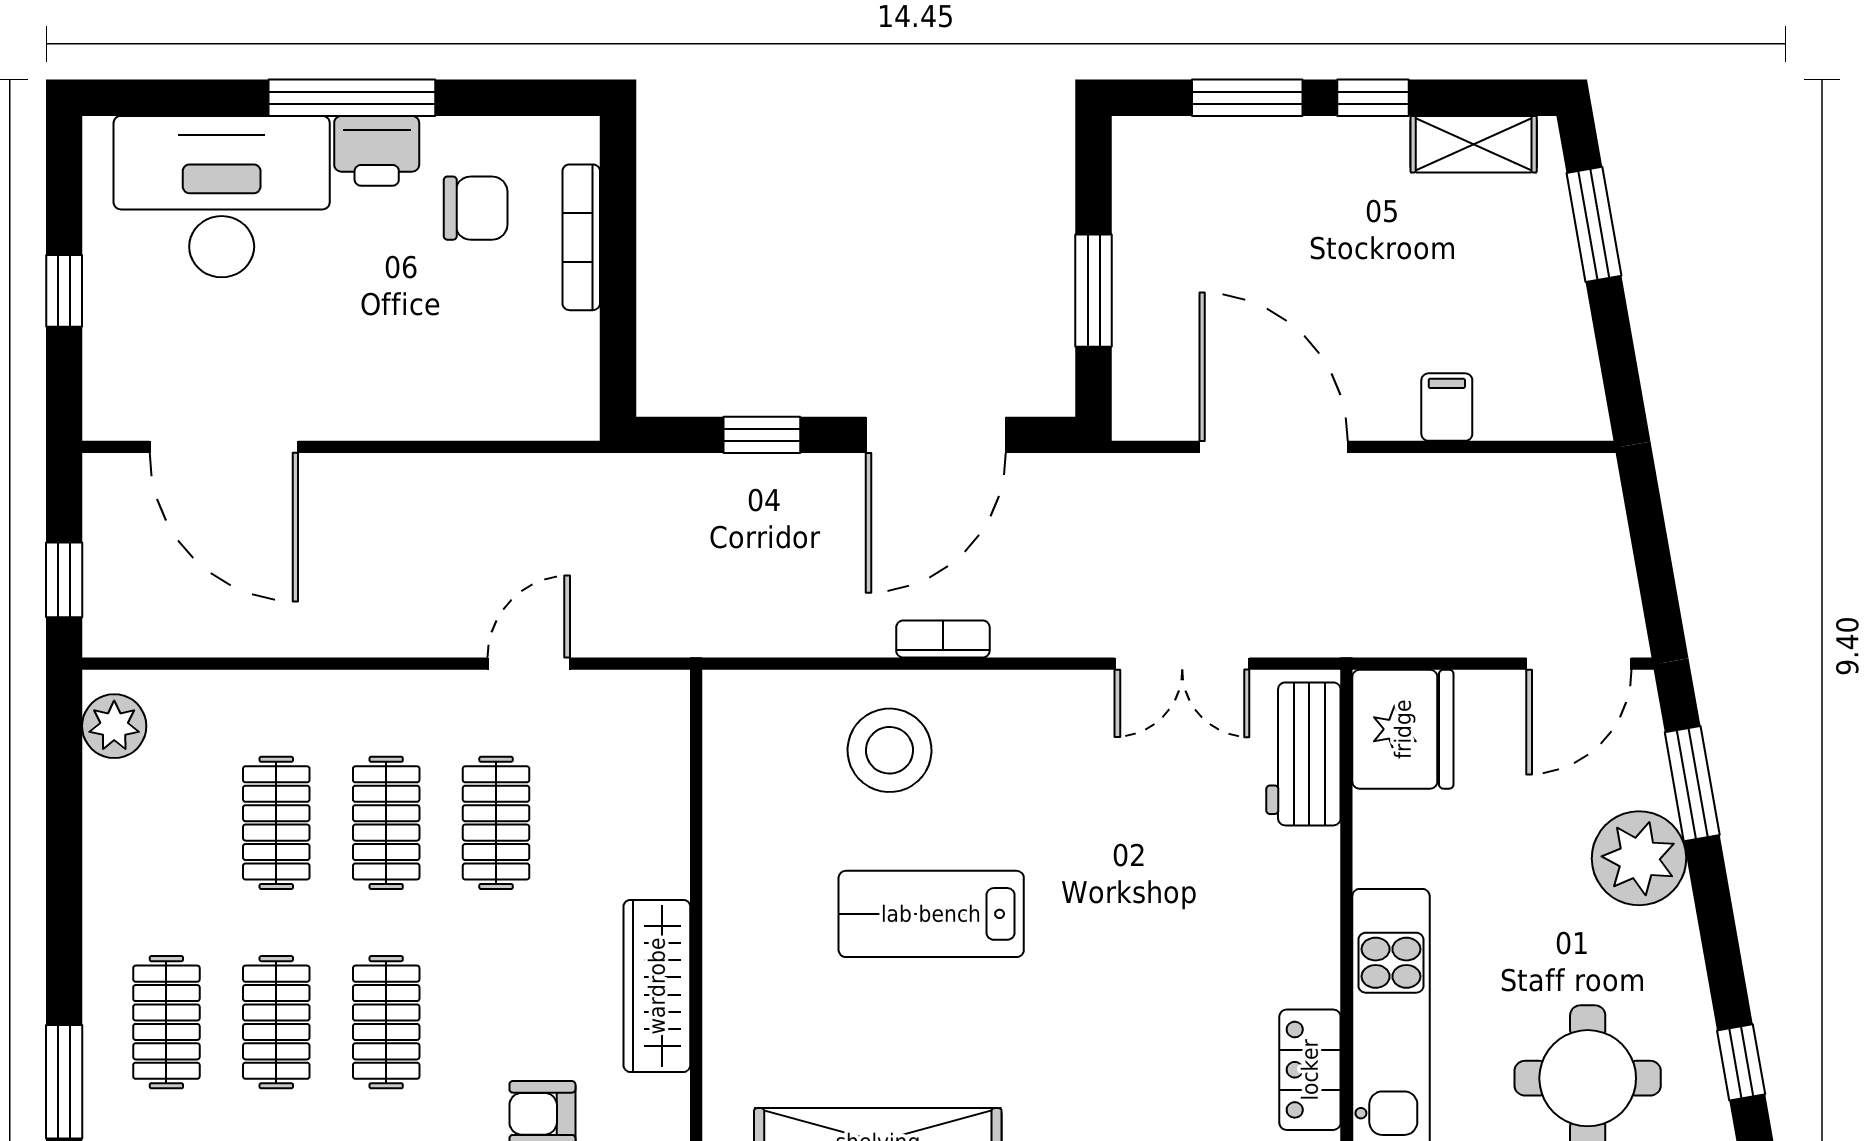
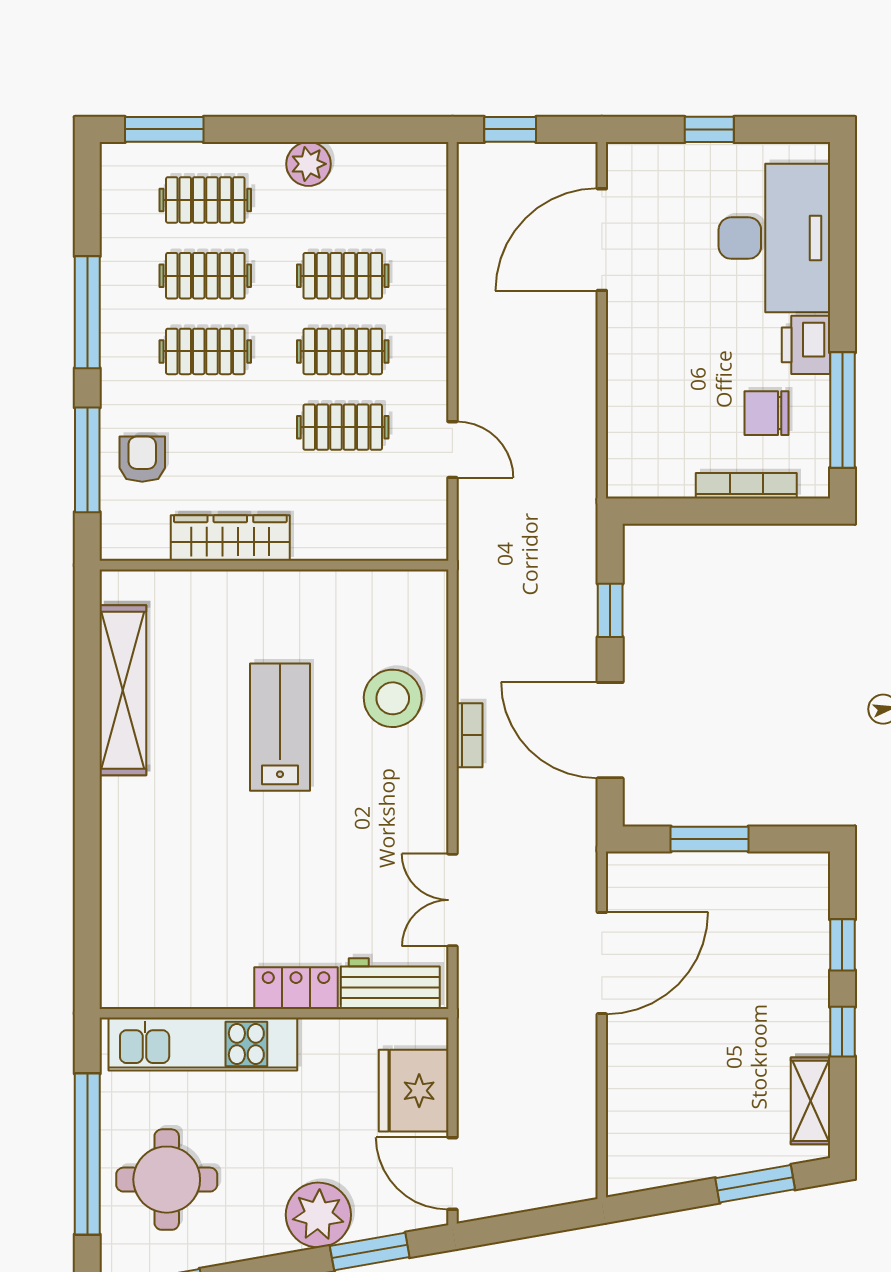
window: (352, 98) -> (842, 410), moved
window: (1247, 98) -> (842, 945), width x0.67
chair: (476, 208) -> (766, 413), turned 90
filing cabinet: (1447, 407) -> (629, 1082), removed
plant: (114, 726) -> (308, 164), moved
fridge: (1403, 729) -> (414, 1091), moved, turned 90
locker: (1310, 1070) -> (296, 988), moved

